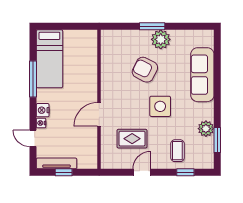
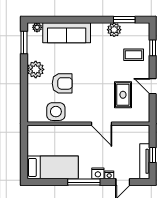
window: (152, 26) -> (24, 43), moved
plant: (209, 41) -> (37, 27), added
armchair: (145, 70) -> (62, 83), turned -117
window: (33, 79) -> (84, 182), moved
side table: (160, 106) -> (56, 112), moved

